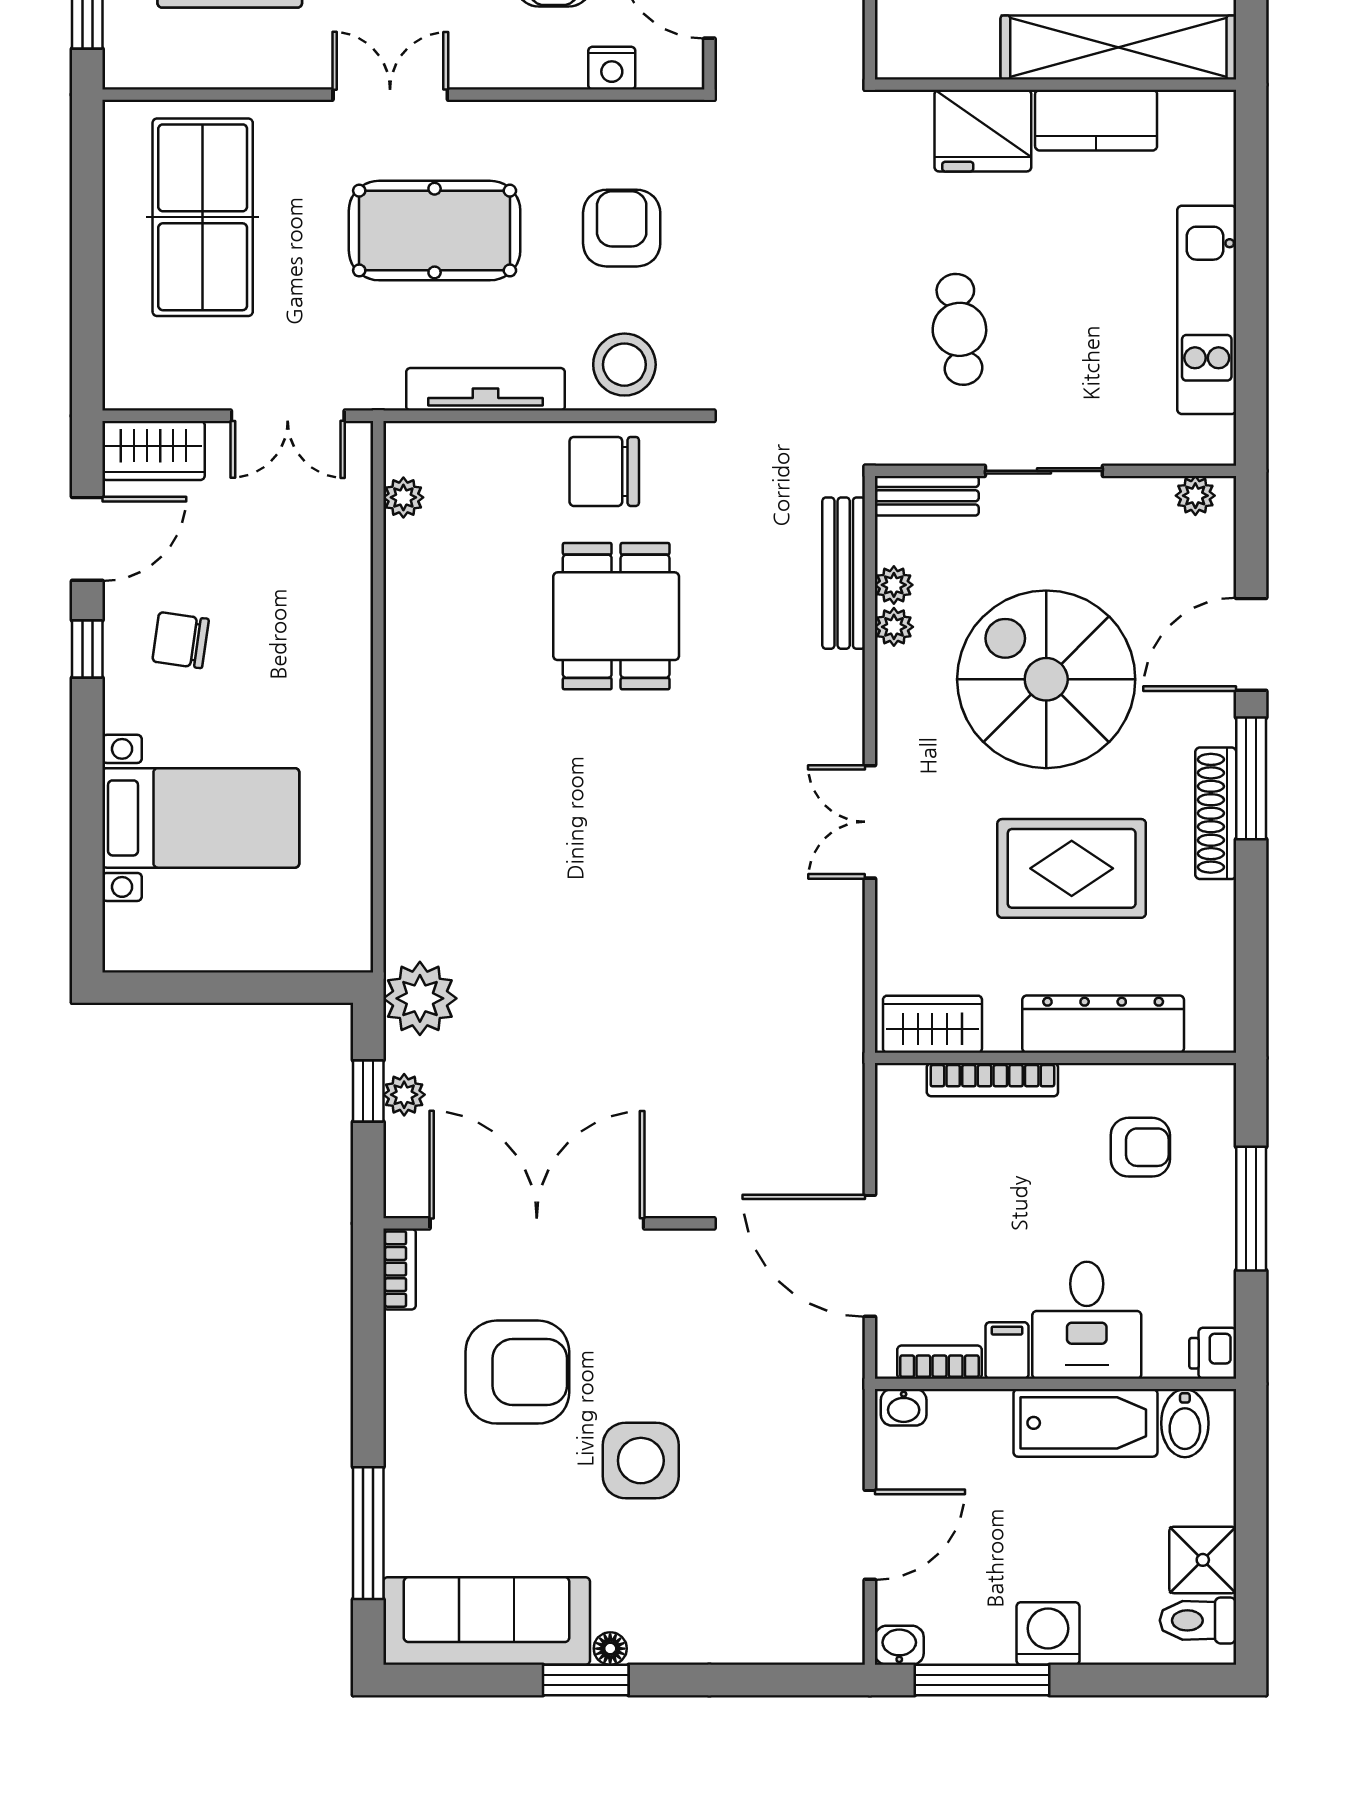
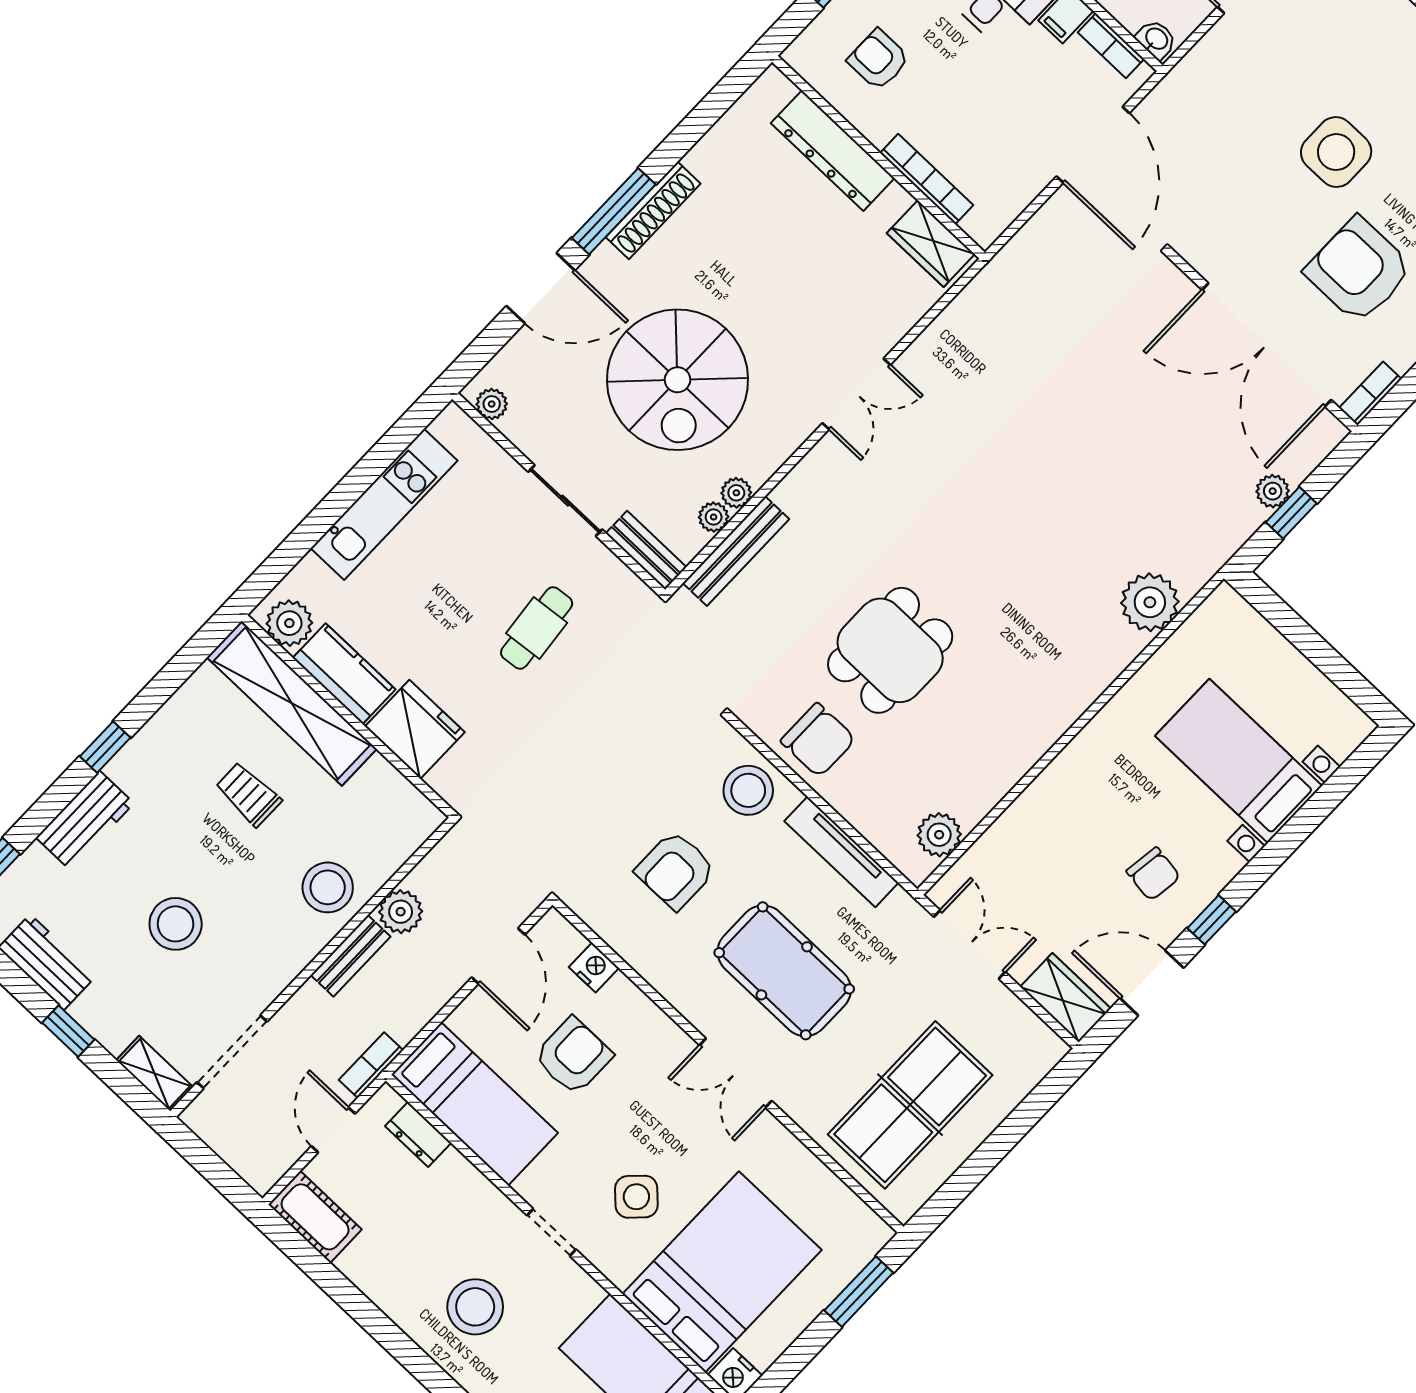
plant: (1190, 119) -> (289, 623), added
plant: (403, 497) -> (939, 835), width x1.38, depth x1.38
rug: (1072, 868) -> (766, 257), removed
plant: (420, 998) -> (1150, 602), moved

